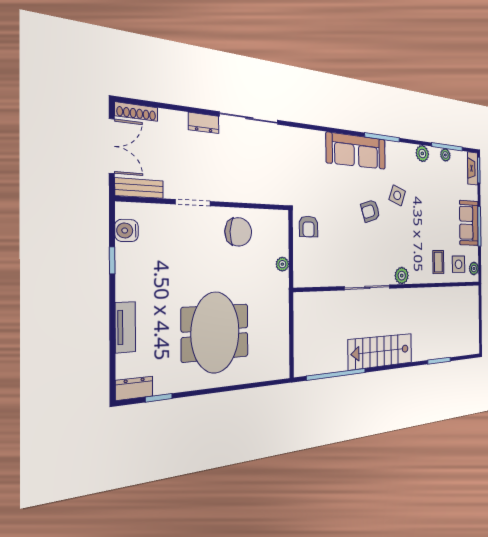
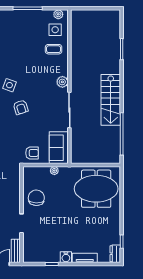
sofa: (469, 223) -> (59, 148), moved, turned 90
water cooler: (127, 231) -> (66, 257), moved
meeting table: (215, 332) -> (96, 189), moved

